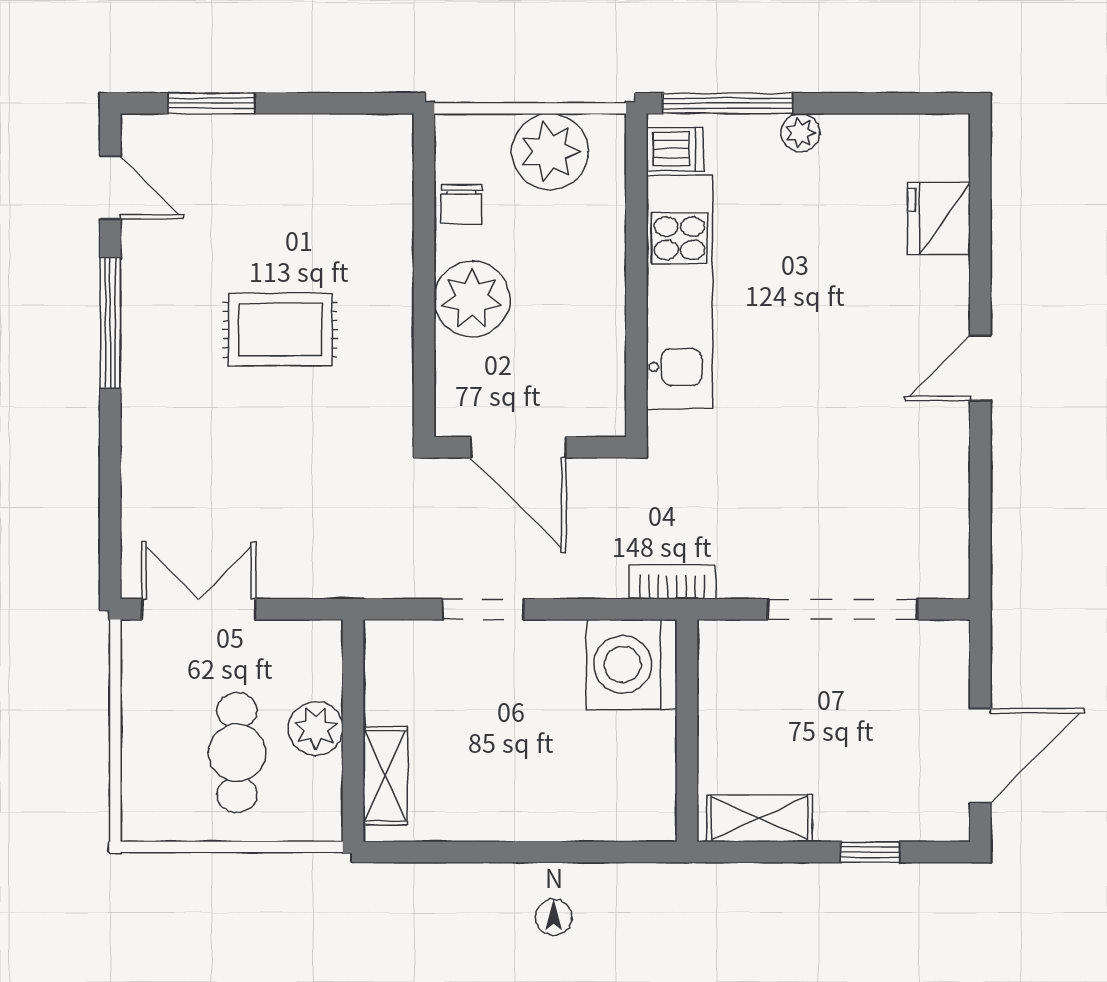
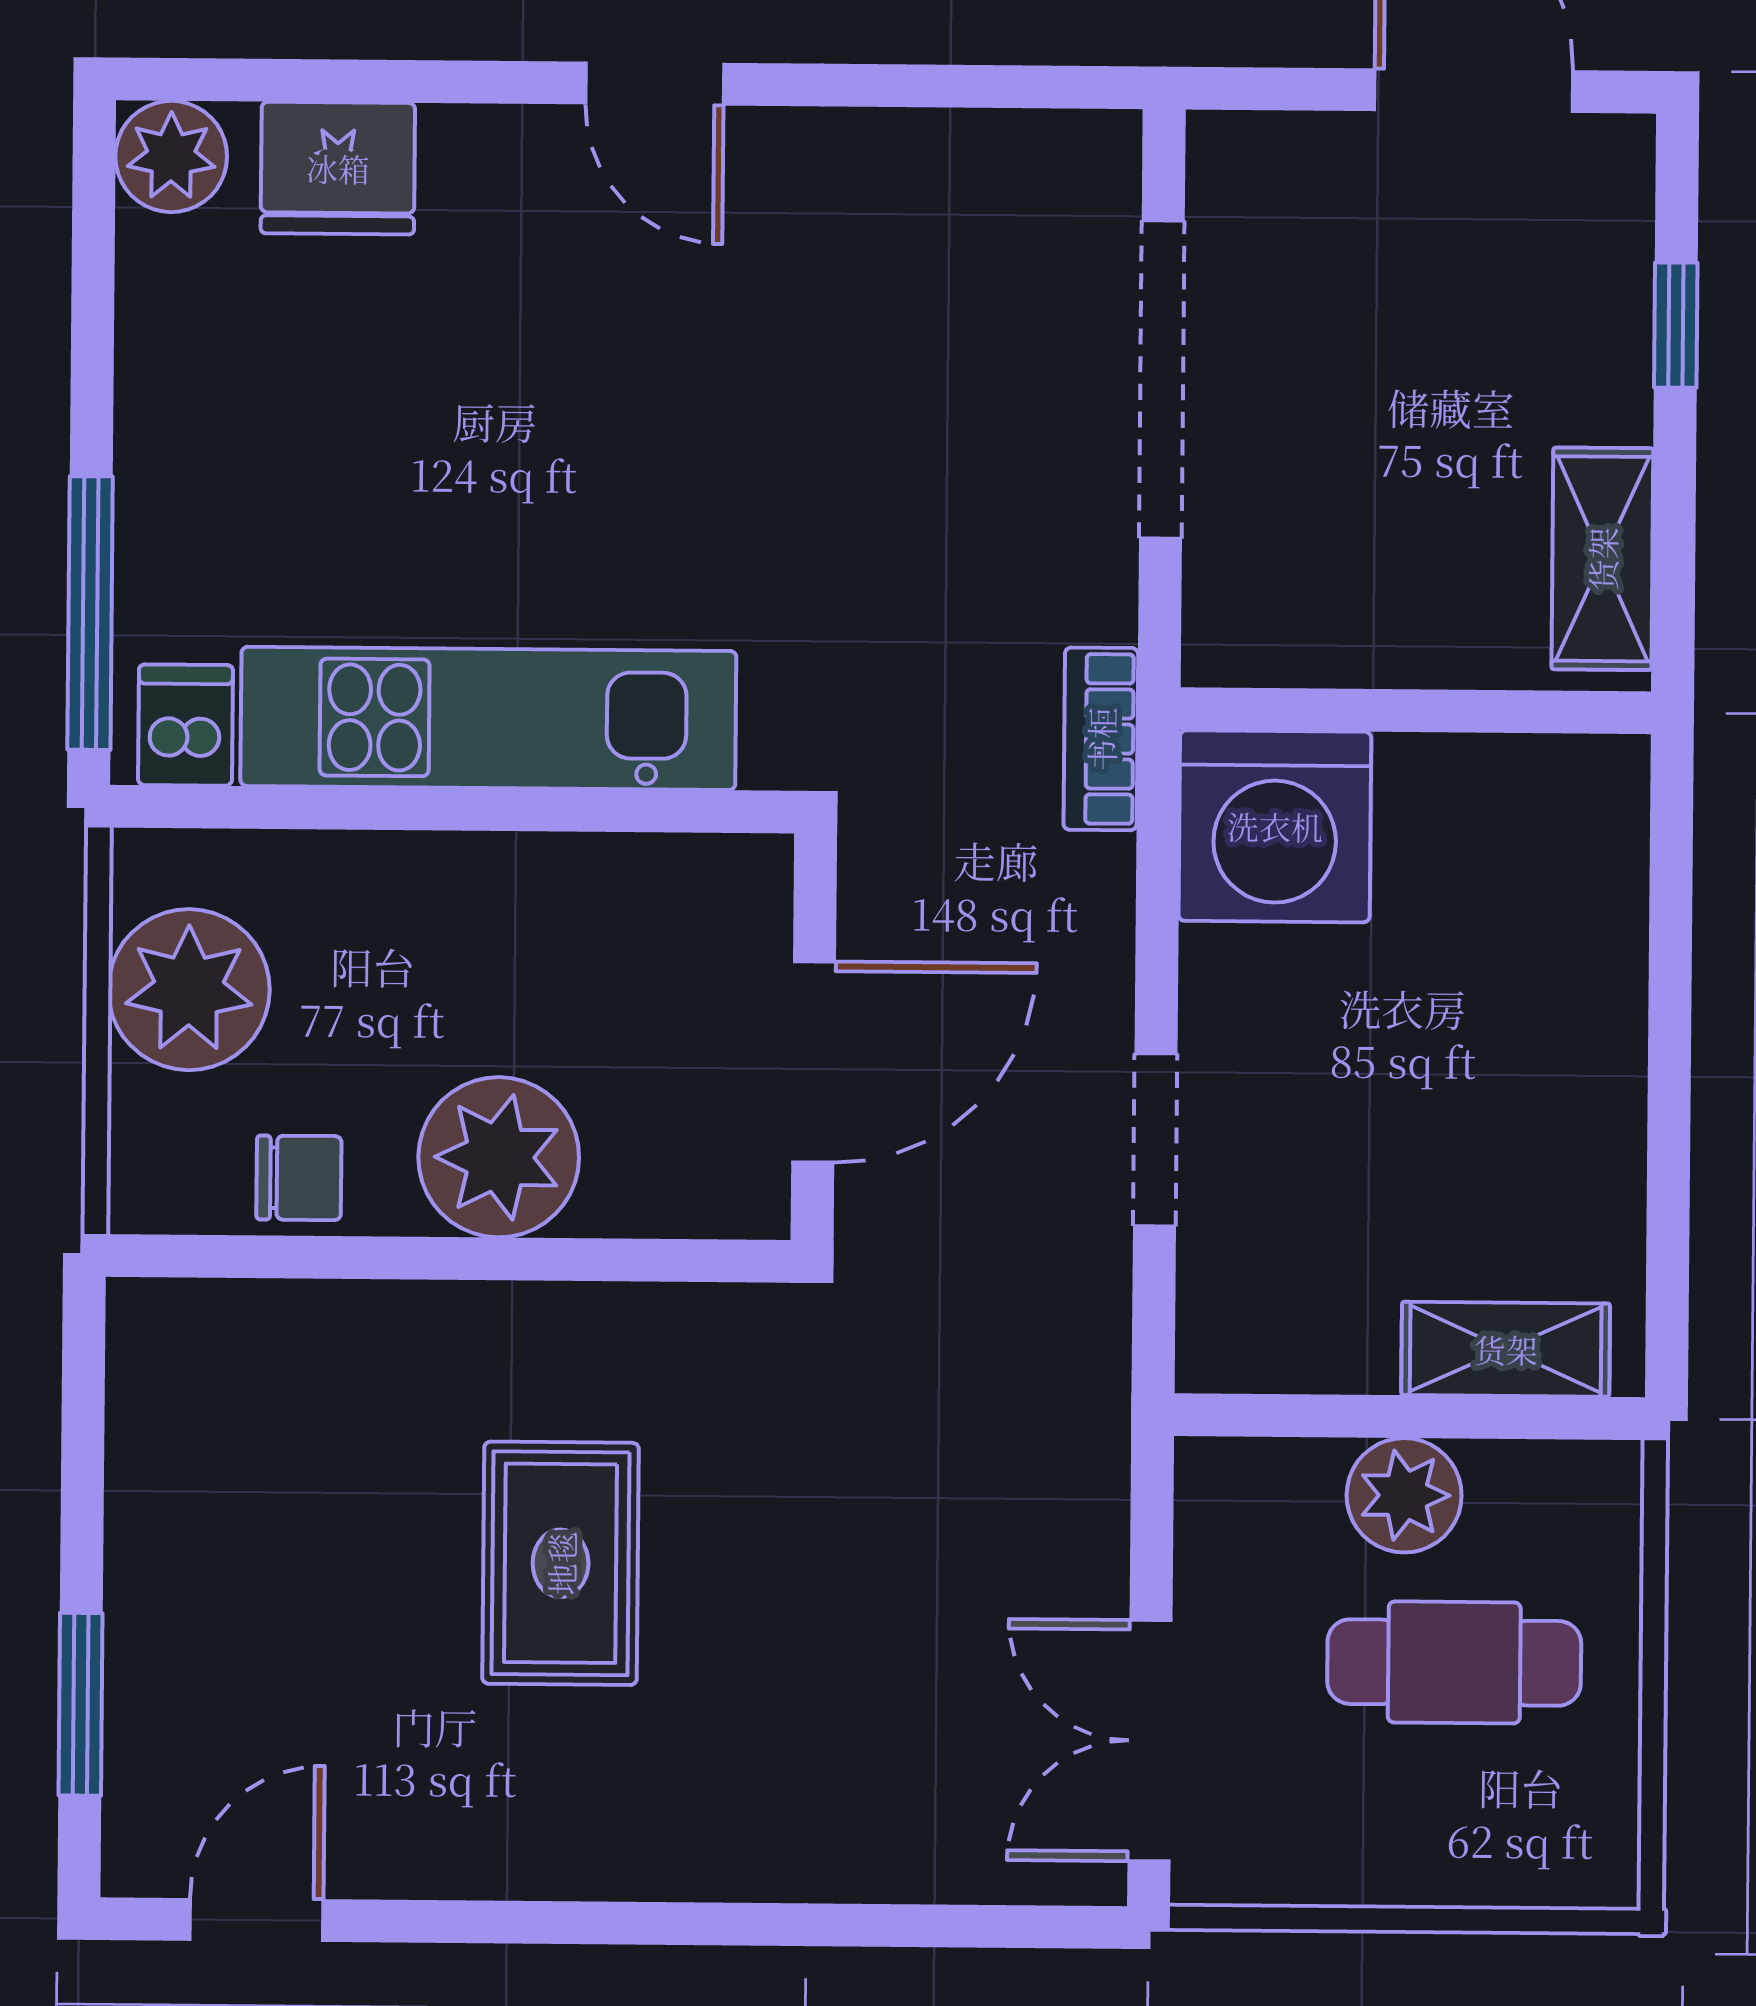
plant: (800, 133) -> (171, 156), moved, width x1.38, depth x1.38
window: (110, 323) -> (543, 1923), removed

